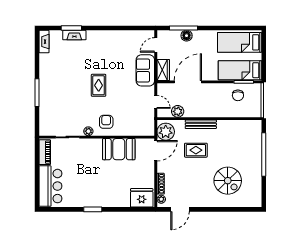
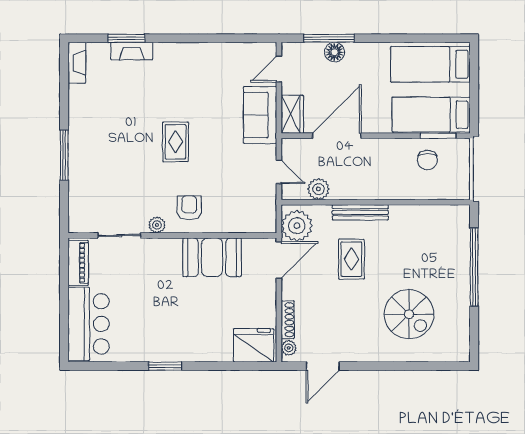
rug: (196, 150) -> (351, 259), turned 90

